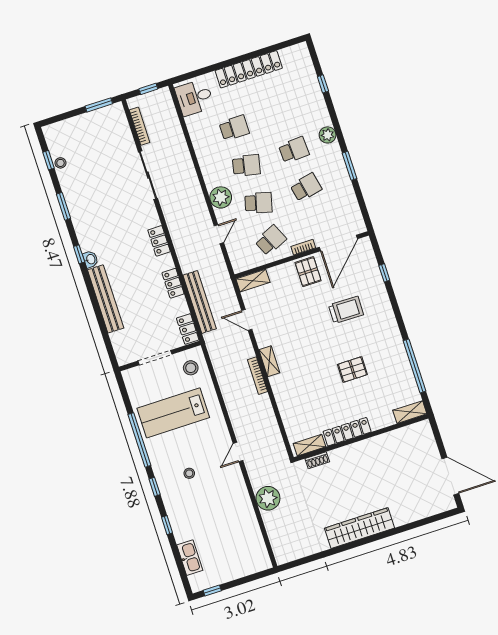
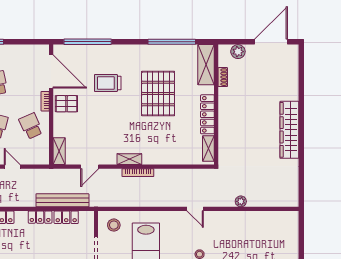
window: (384, 273) -> (88, 42), width x3.17
trolley: (346, 310) -> (108, 83), turned -91
locker: (188, 329) -> (66, 217), moved
pallet: (352, 369) -> (158, 94), width x2.05, depth x2.00
shelving: (410, 412) -> (206, 65), width x1.50, depth x1.33
plant: (428, 443) -> (238, 52), added
shoe rack: (317, 460) -> (223, 77), moved
plant: (268, 498) -> (241, 201), width x0.53, depth x0.53

